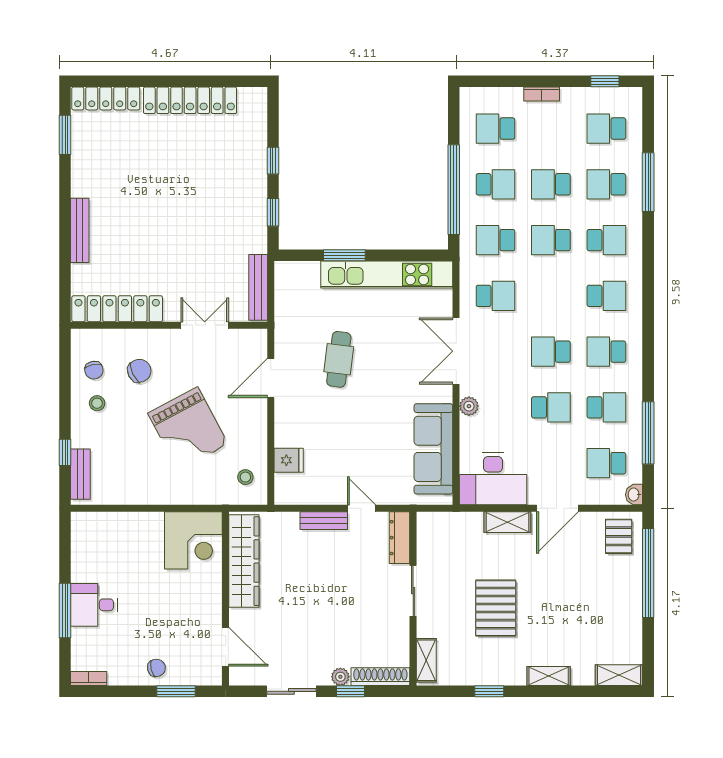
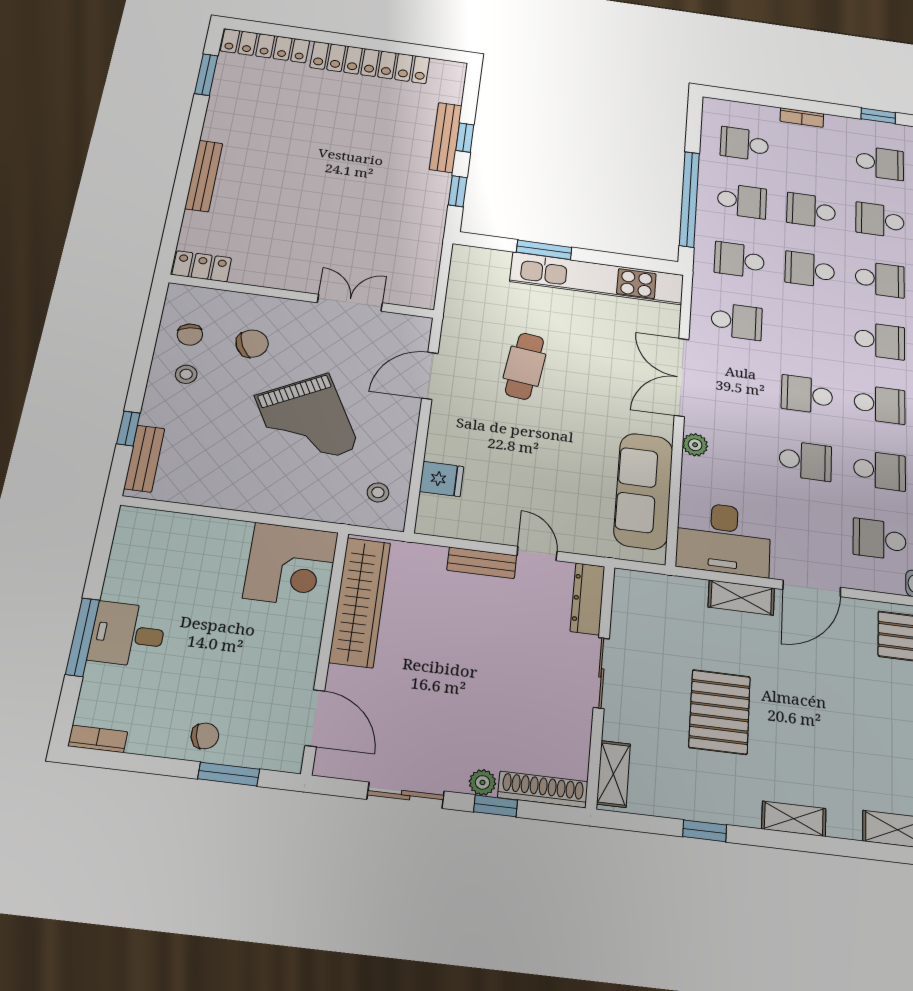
school desk: (606, 129) -> (880, 163), turned 180
bench: (258, 287) -> (446, 137), moved
locker: (117, 309) -> (202, 266), width x0.46, depth x0.83
school desk: (606, 352) -> (880, 404), turned 180

